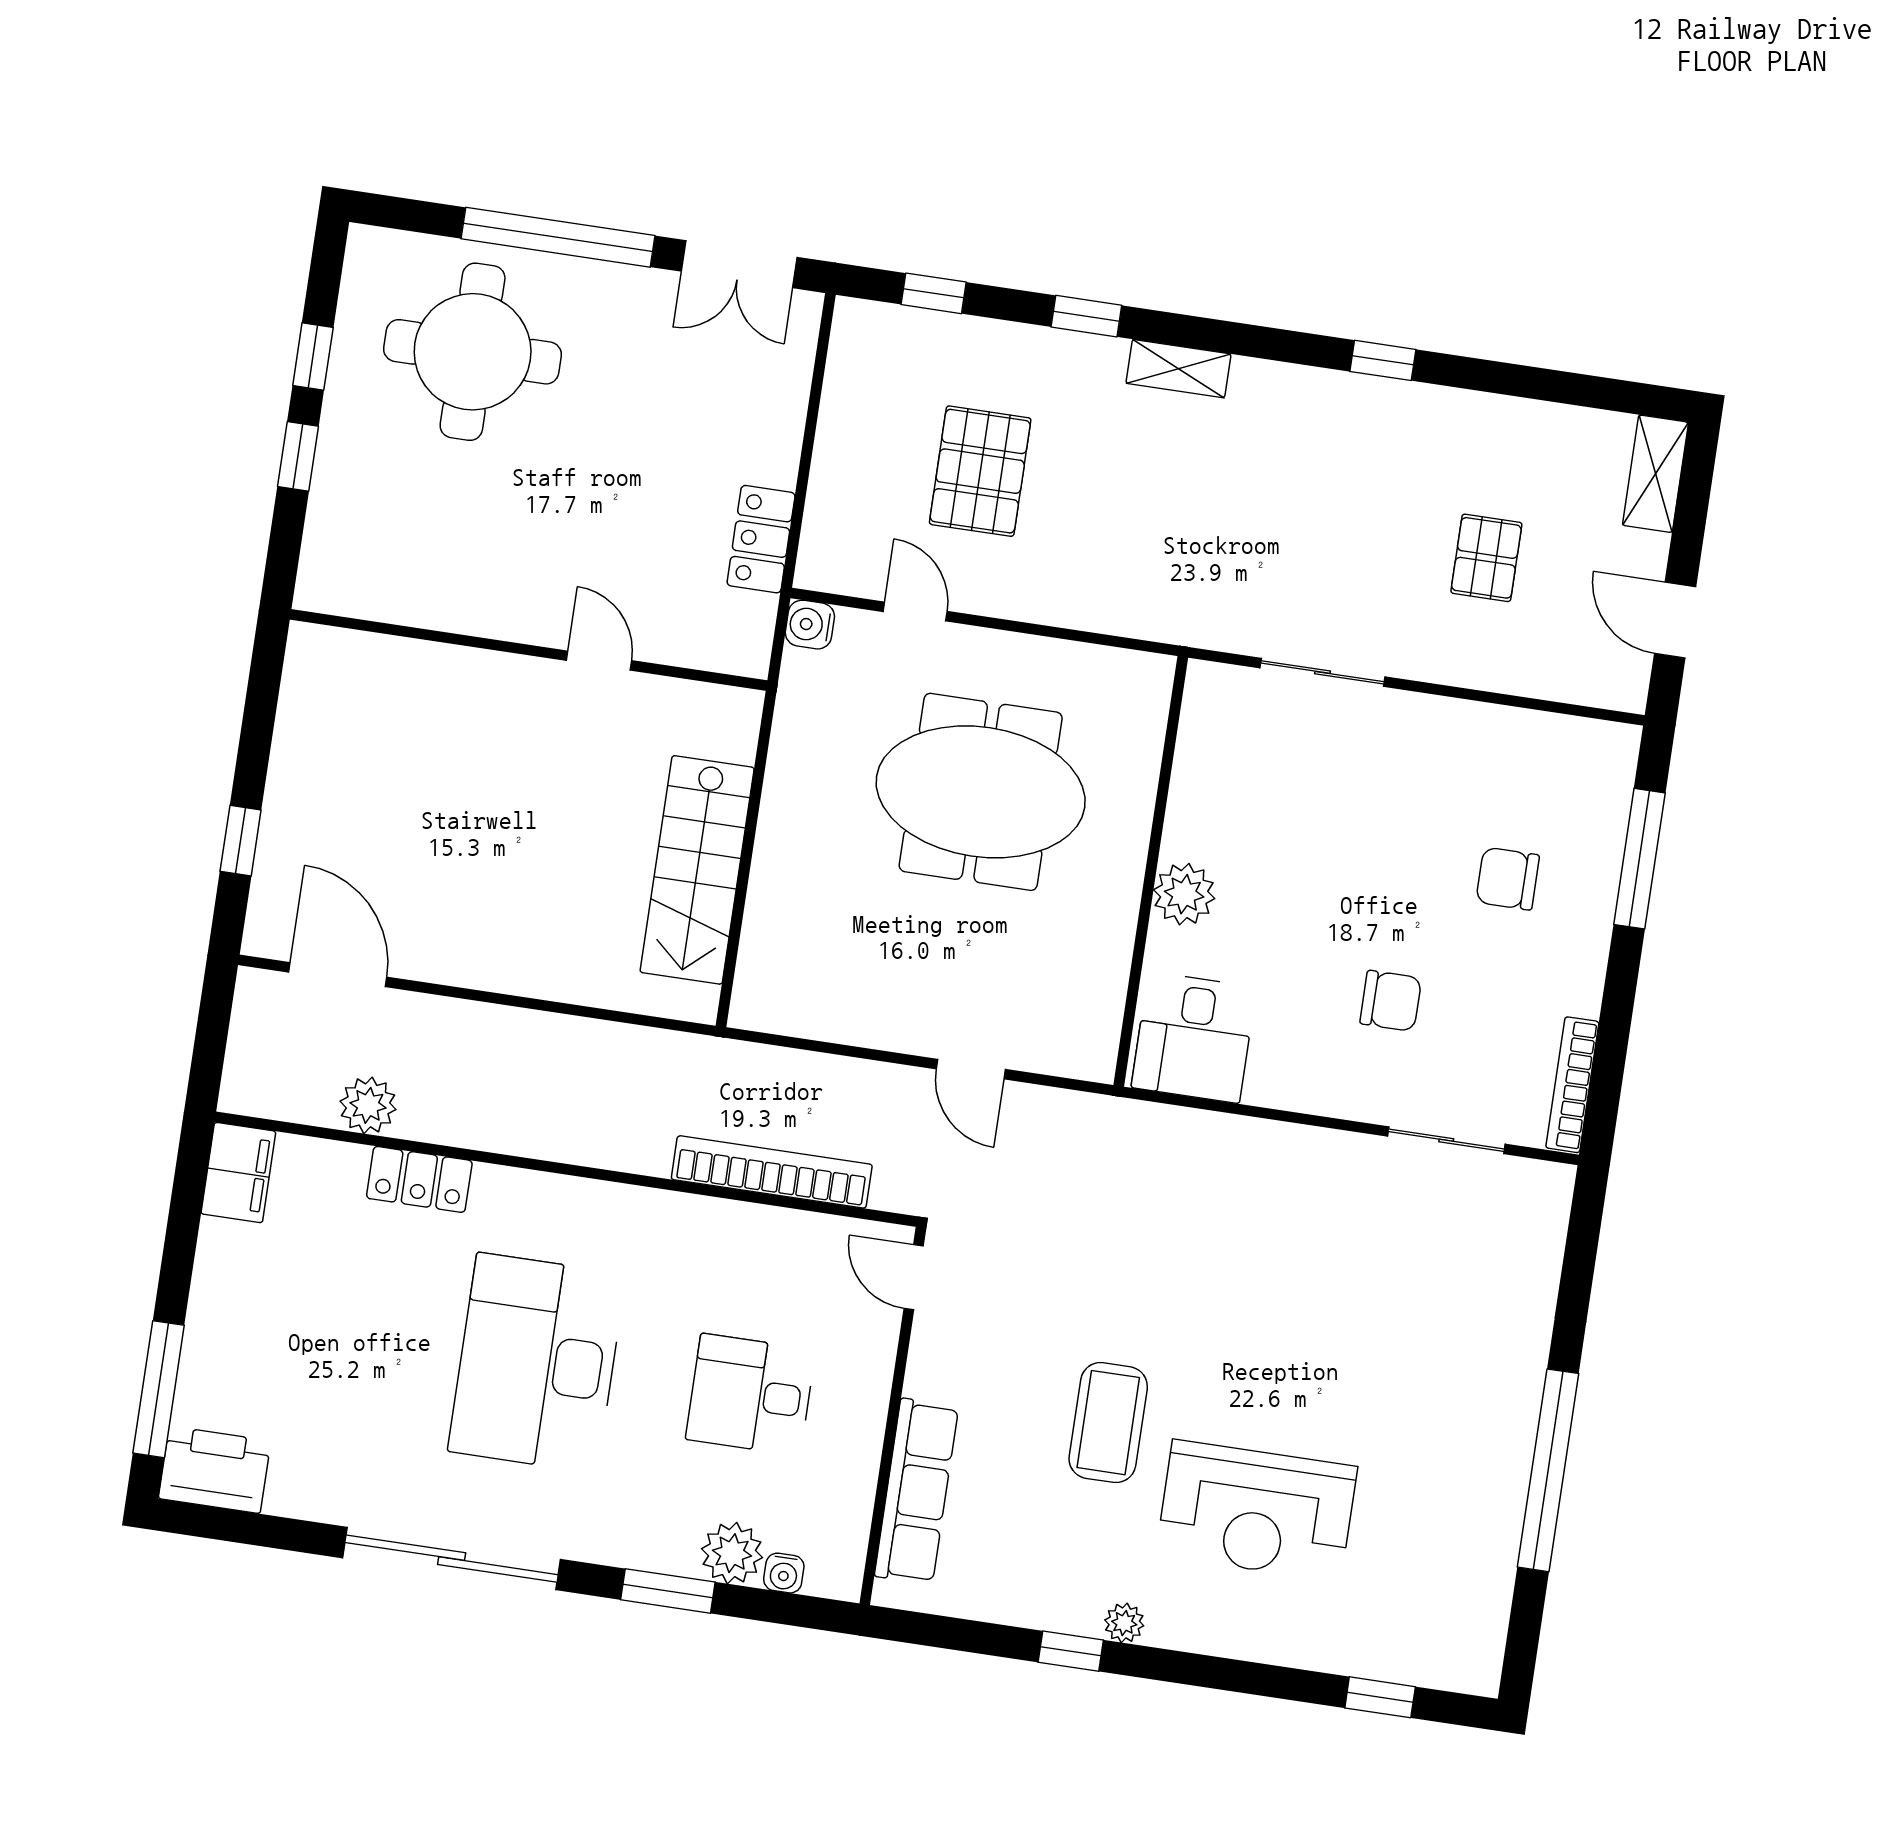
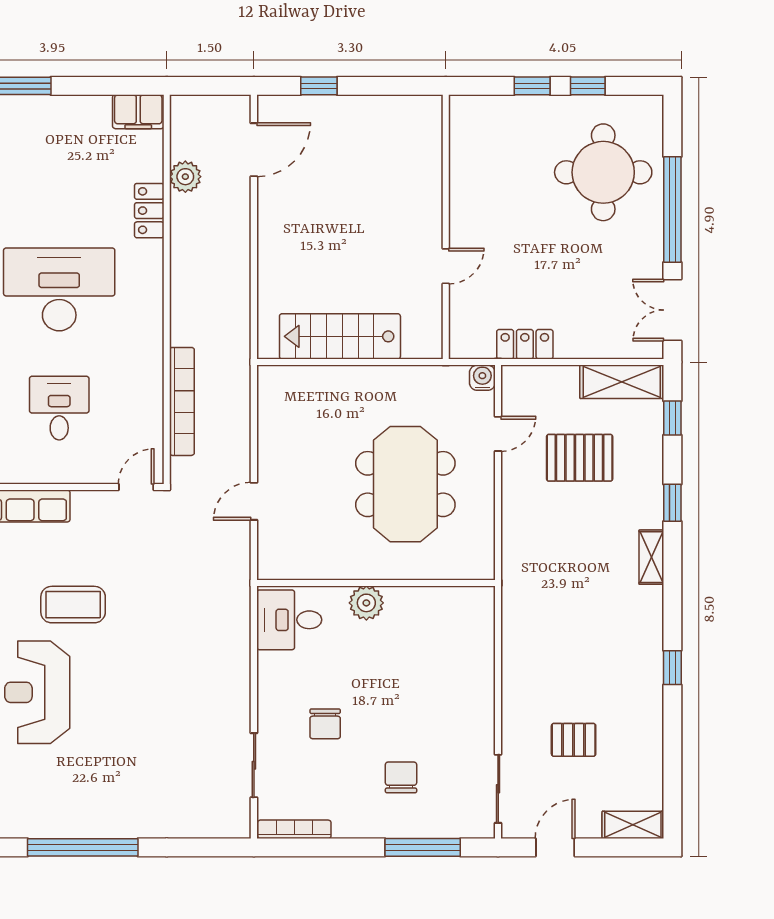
shelving: (855, 375) -> (622, 382), added
sliding door: (1323, 672) -> (498, 789), moved

